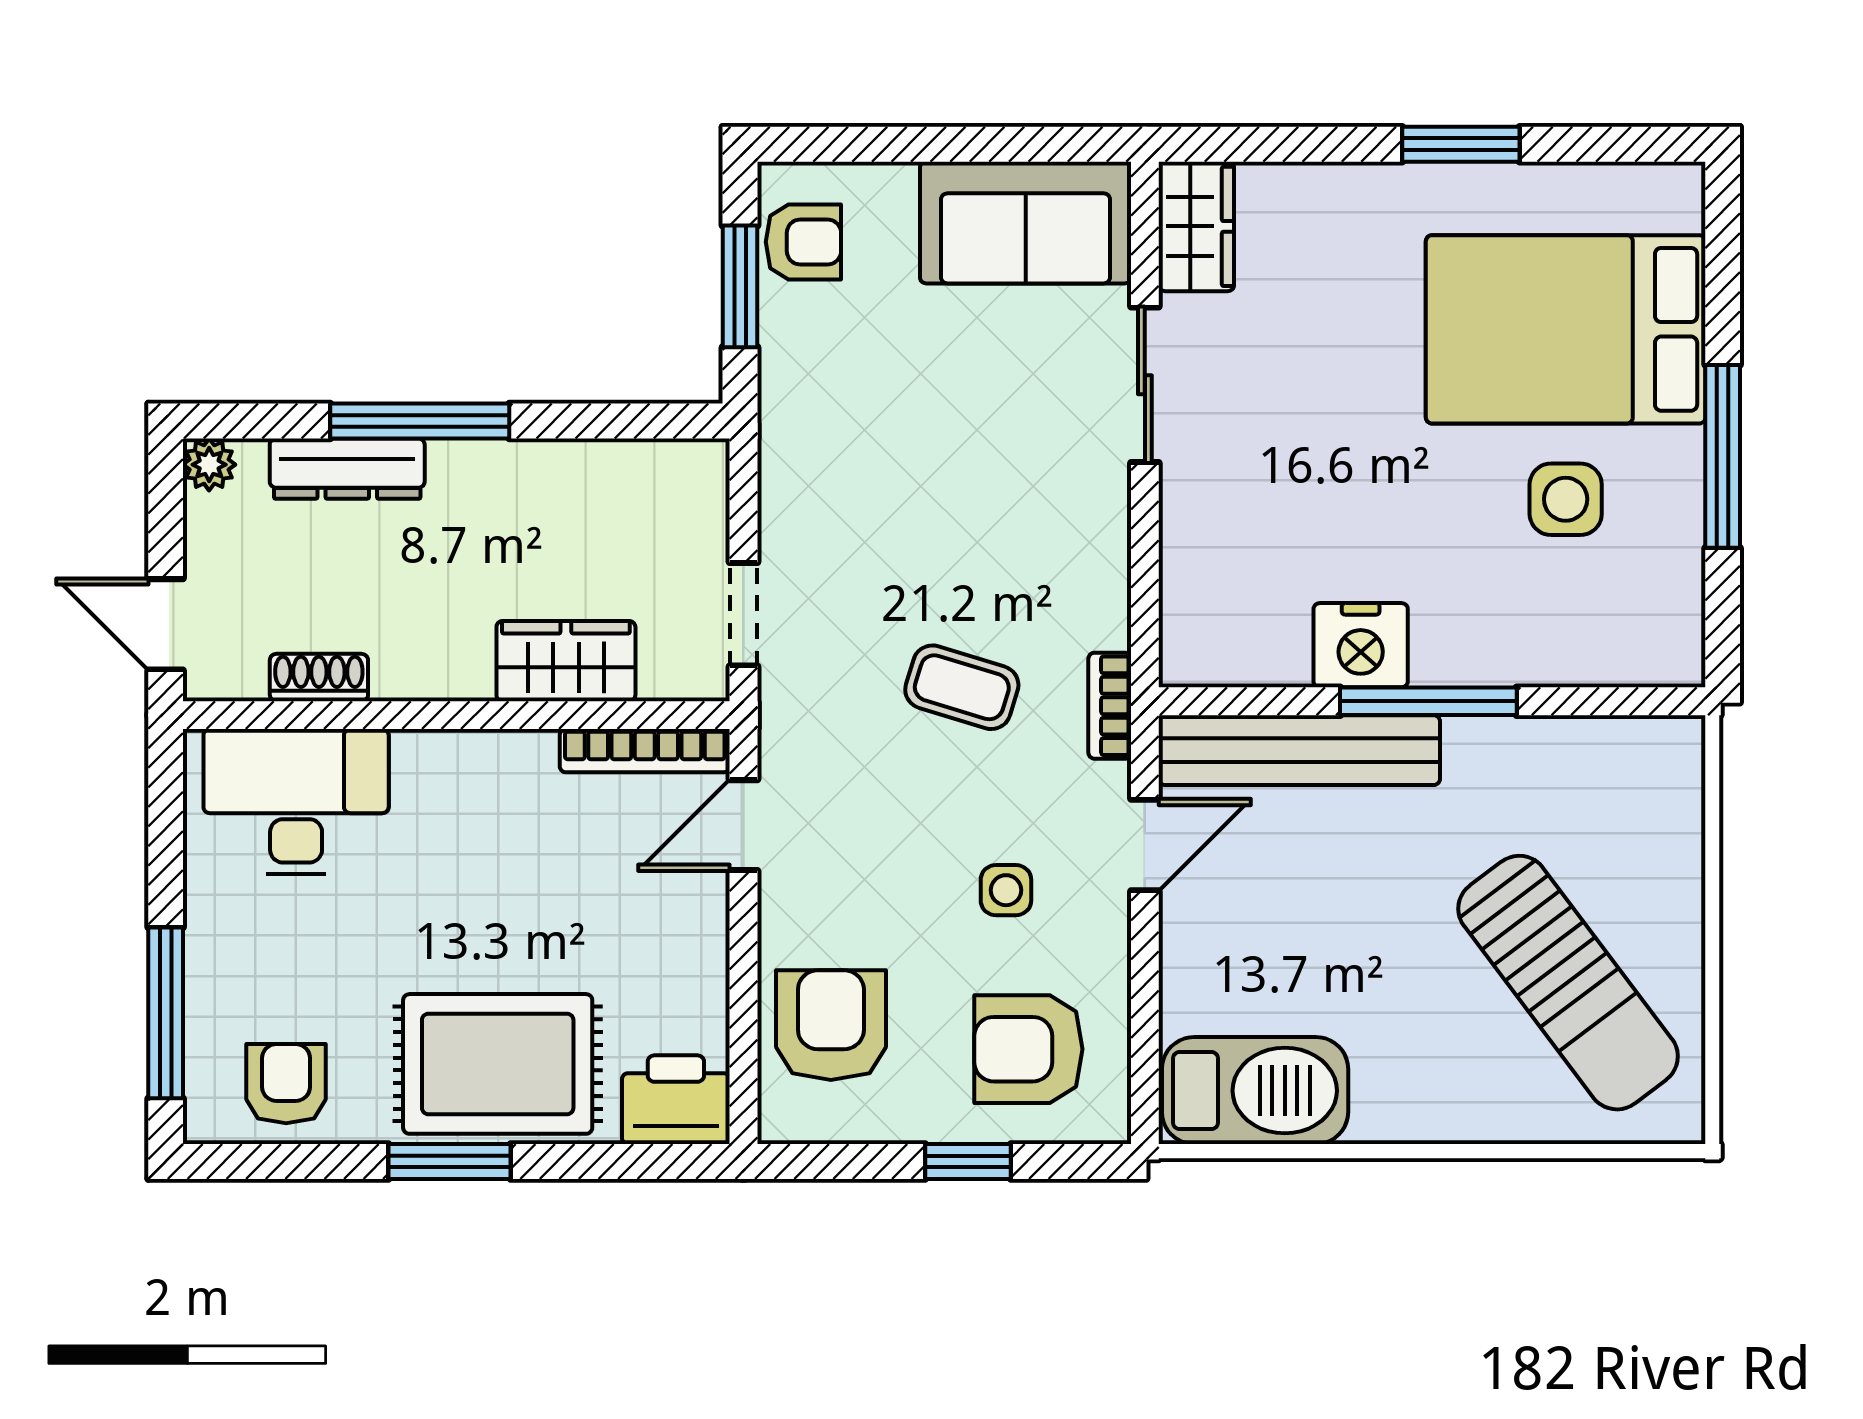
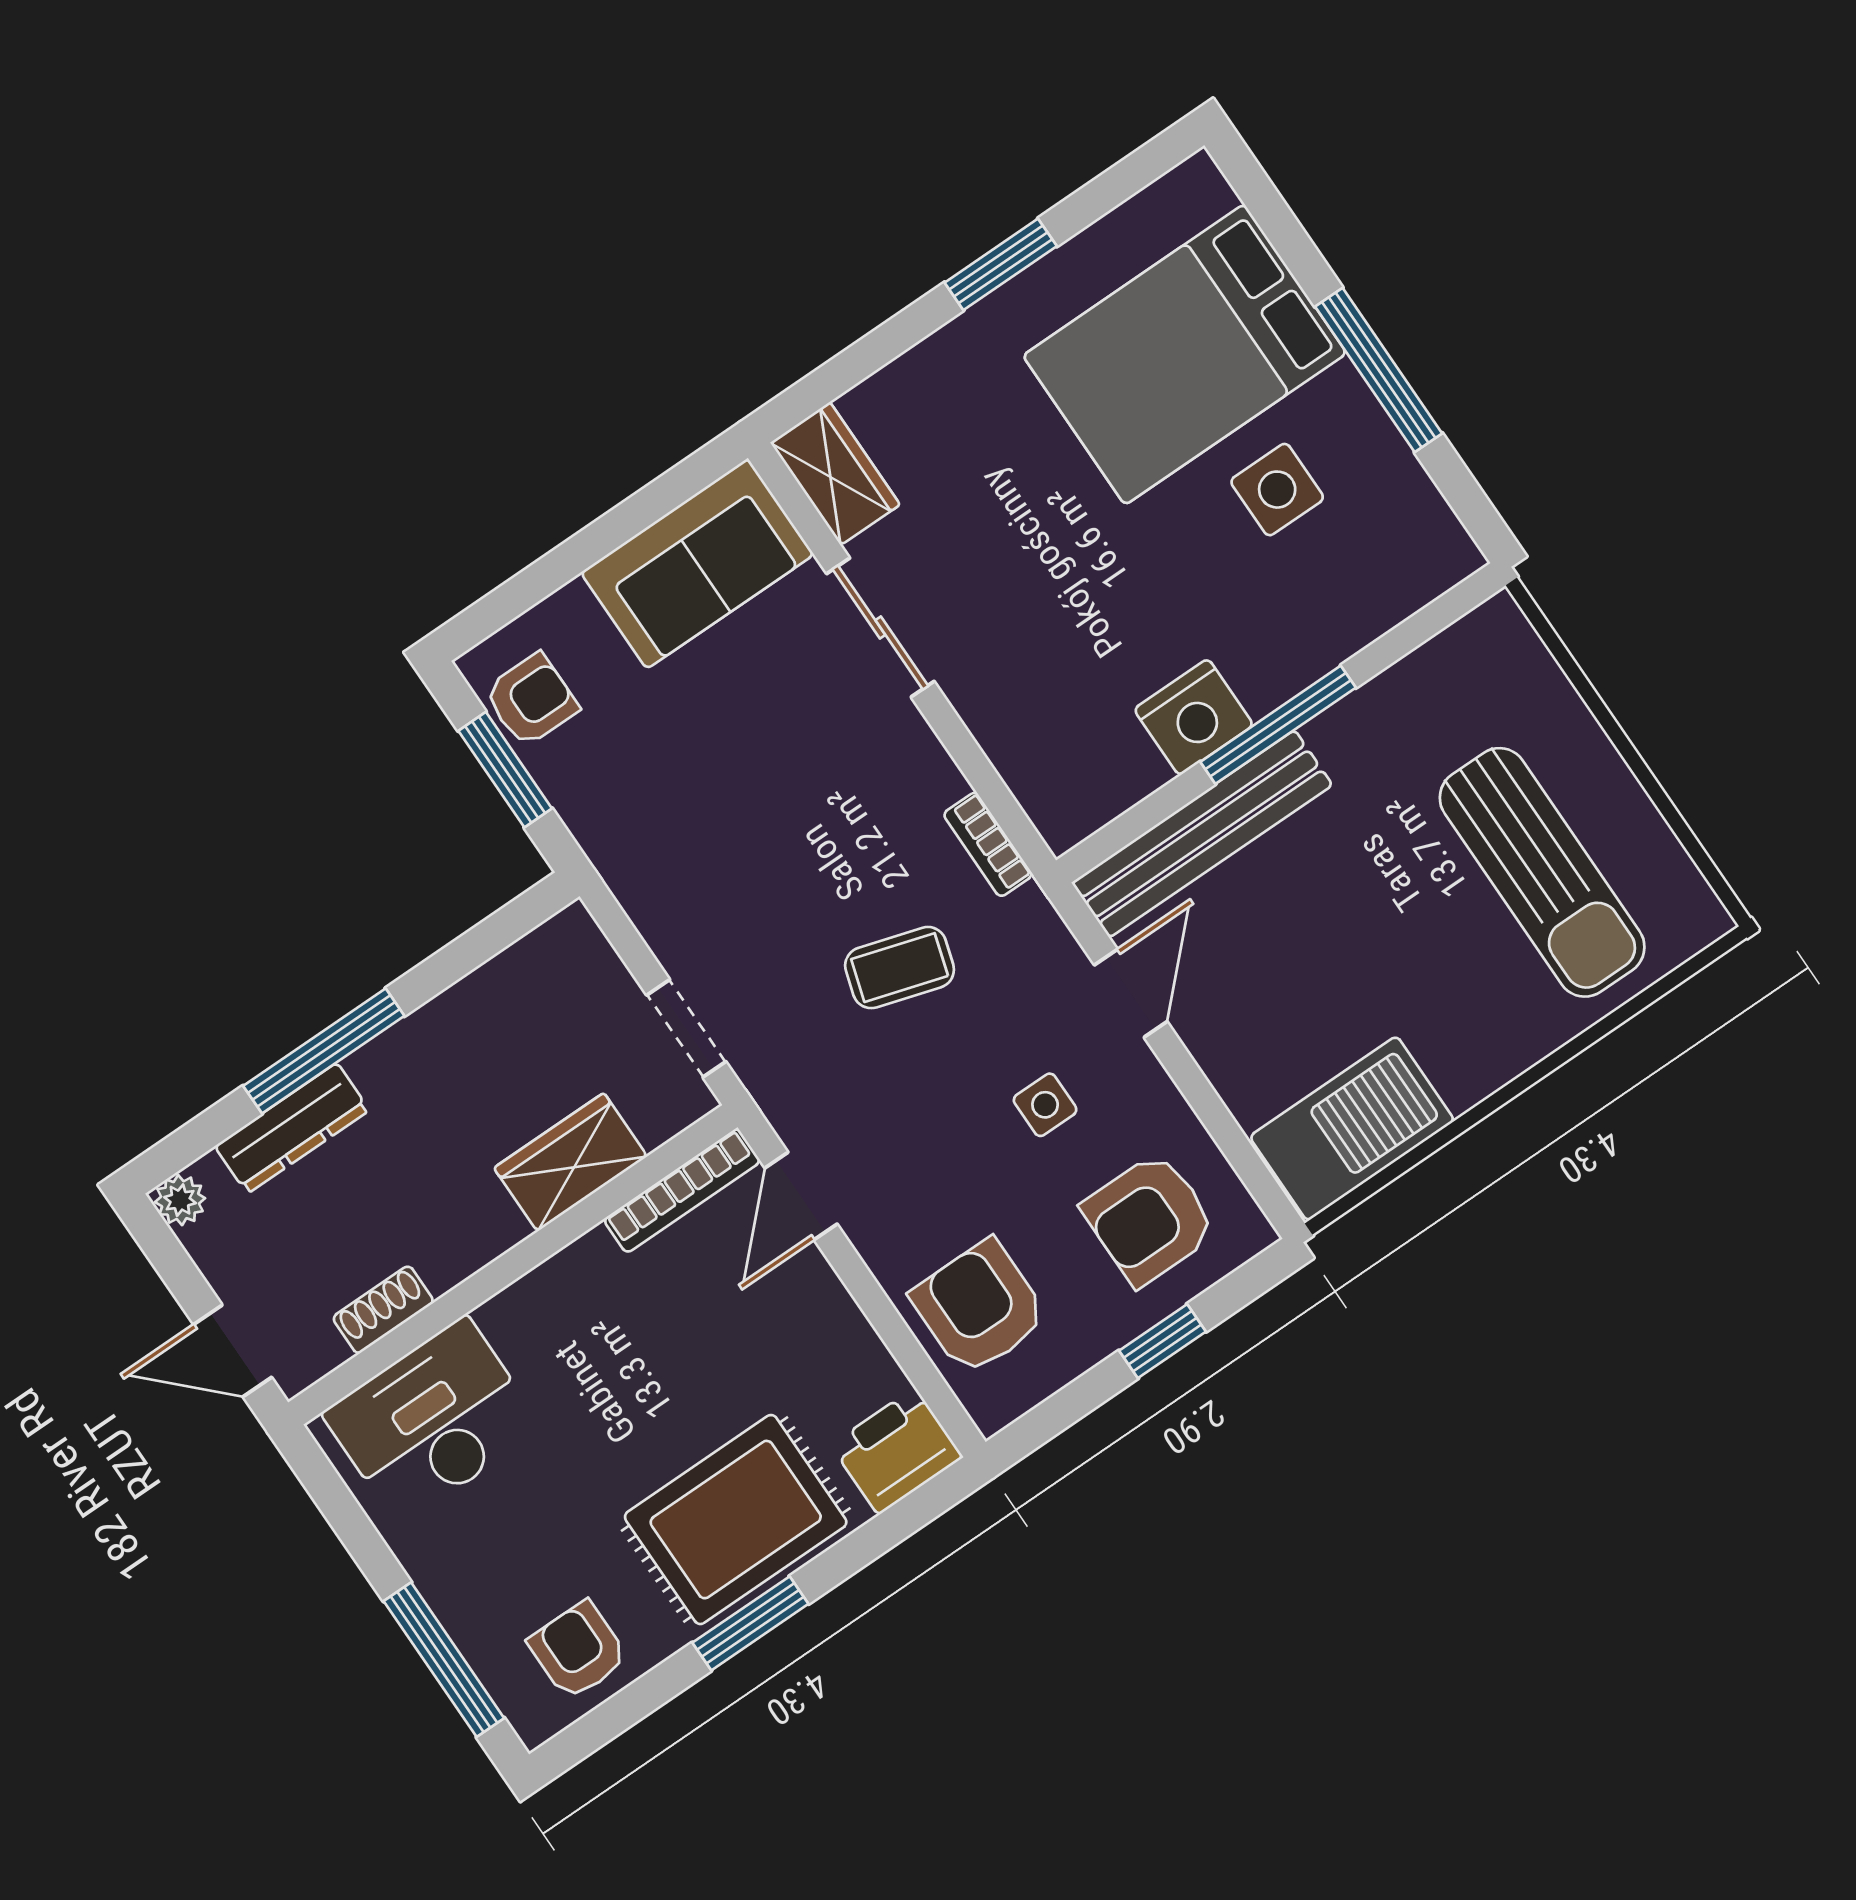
bookcase: (1110, 706) -> (988, 844), moved
sun lounger: (1568, 983) -> (1542, 872), turned 37

